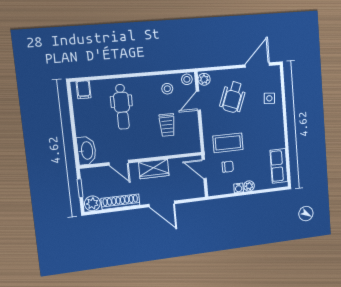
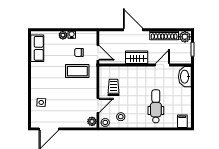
wheelchair: (233, 97) -> (70, 106), removed
trolley: (167, 125) -> (113, 87), moved
door: (119, 163) -> (162, 65), hinge flipped

